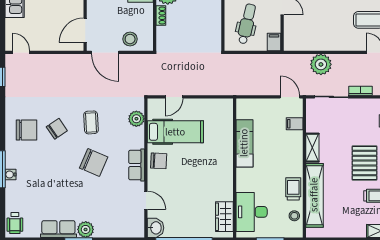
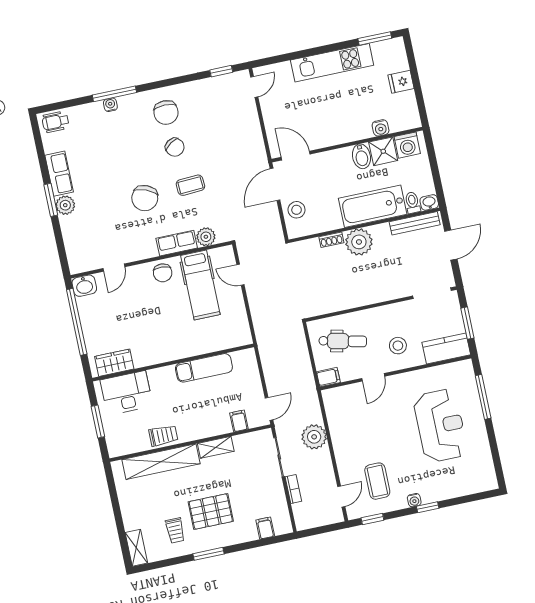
row of seats: (137, 165) -> (177, 243), moved
stool: (294, 216) -> (132, 443), removed

